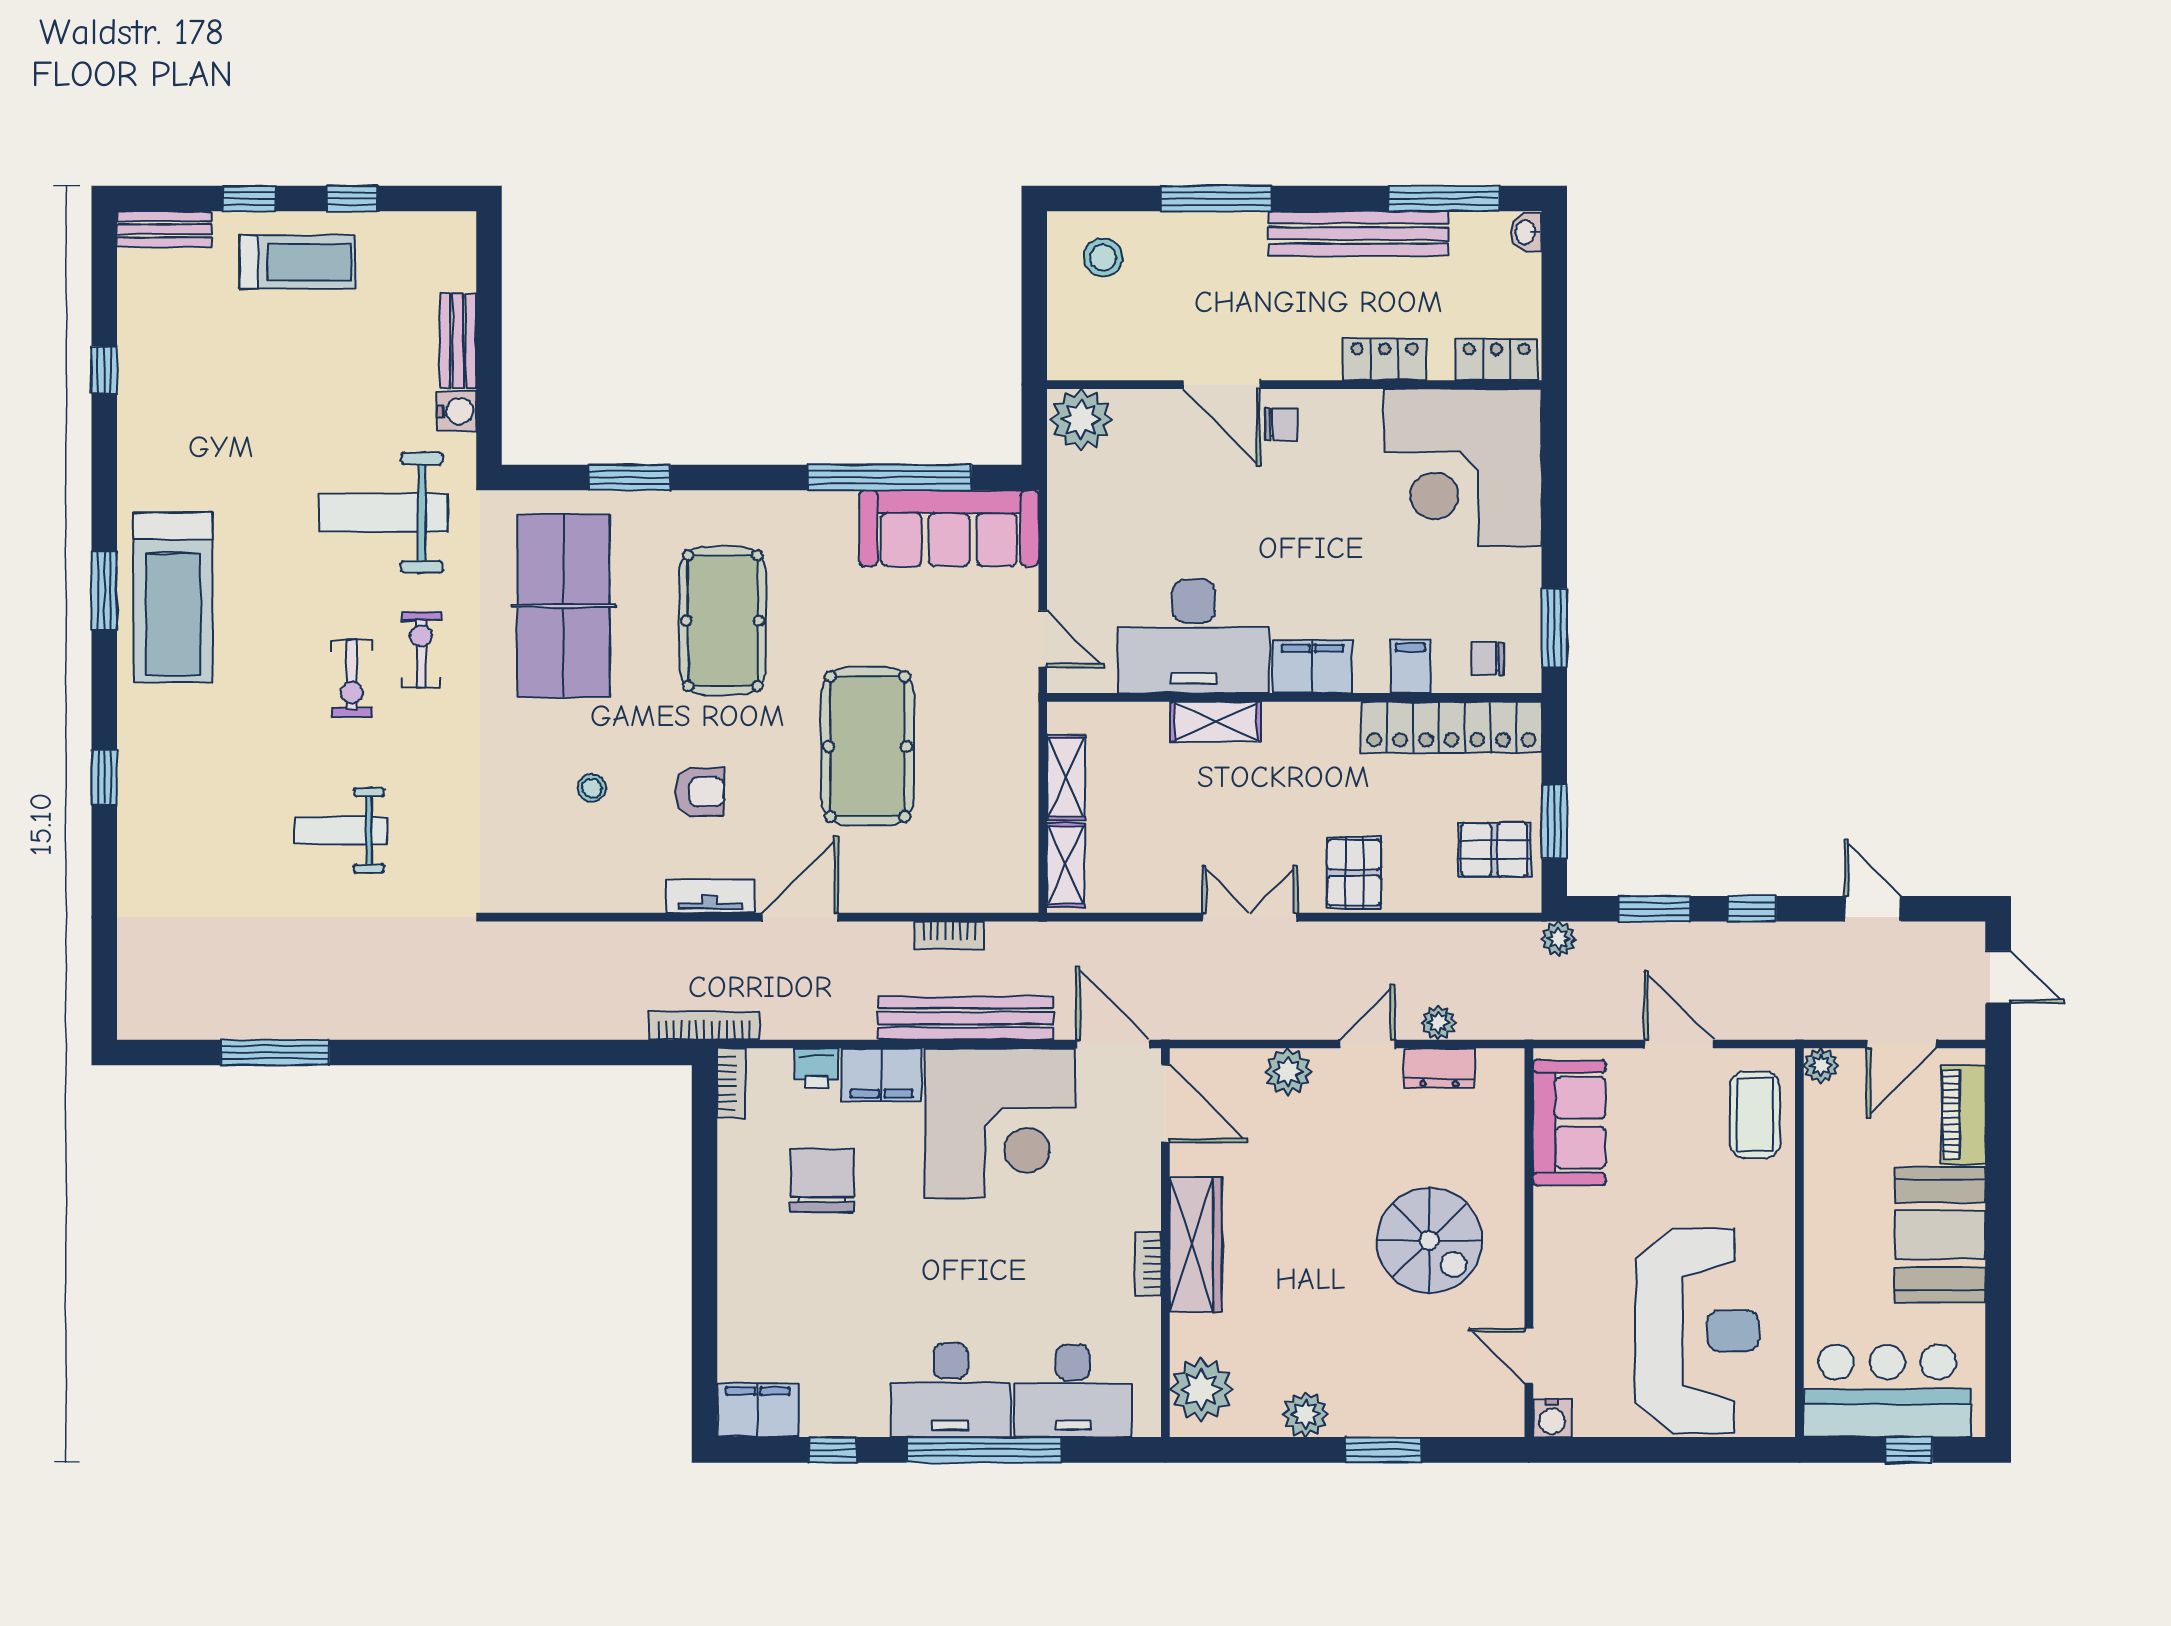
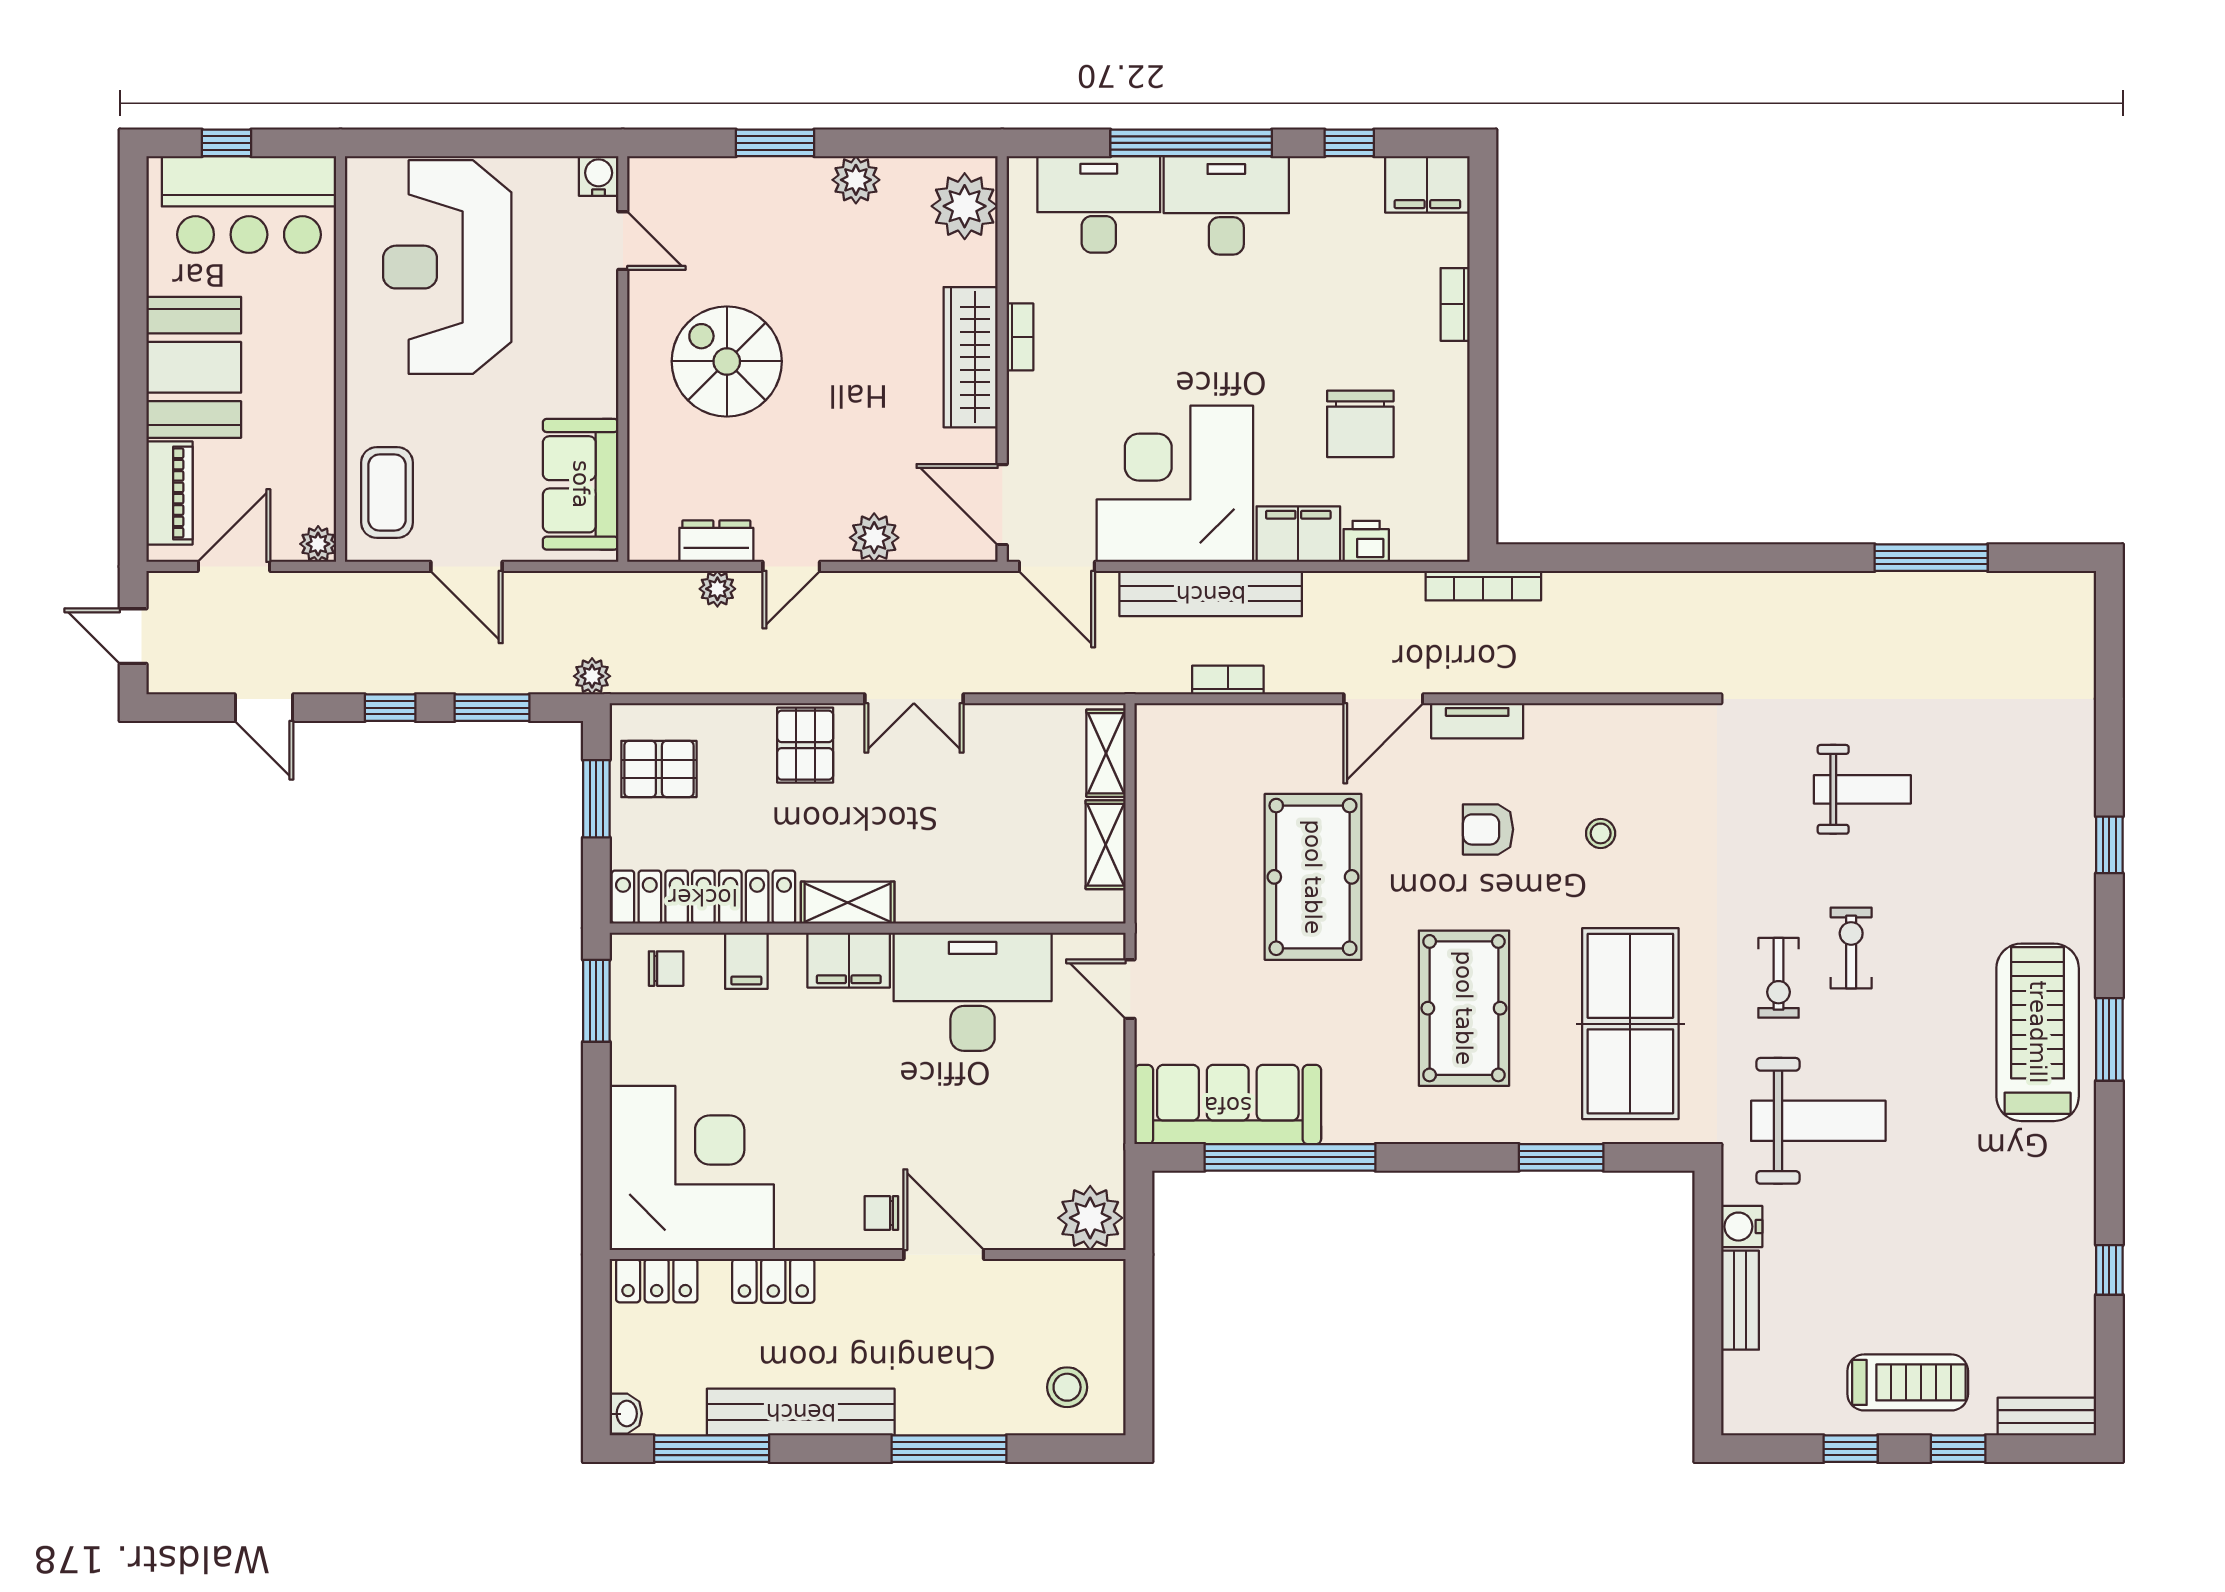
treadmill: (297, 262) -> (1908, 1382), turned 180
shelving: (1216, 722) -> (848, 903), moved
bookcase: (731, 1083) -> (1455, 304), moved

